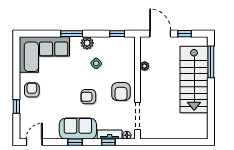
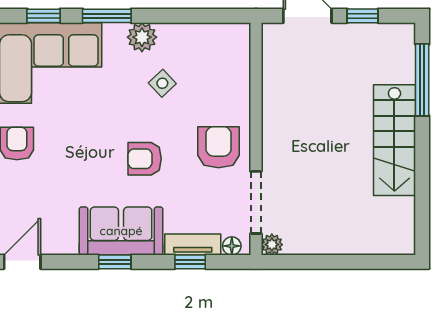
window: (117, 34) -> (44, 16), moved
plant: (145, 66) -> (272, 245), moved
stairs: (194, 80) -> (394, 140), width x0.73, depth x0.66
armchair: (121, 92) -> (219, 147), turned 180

